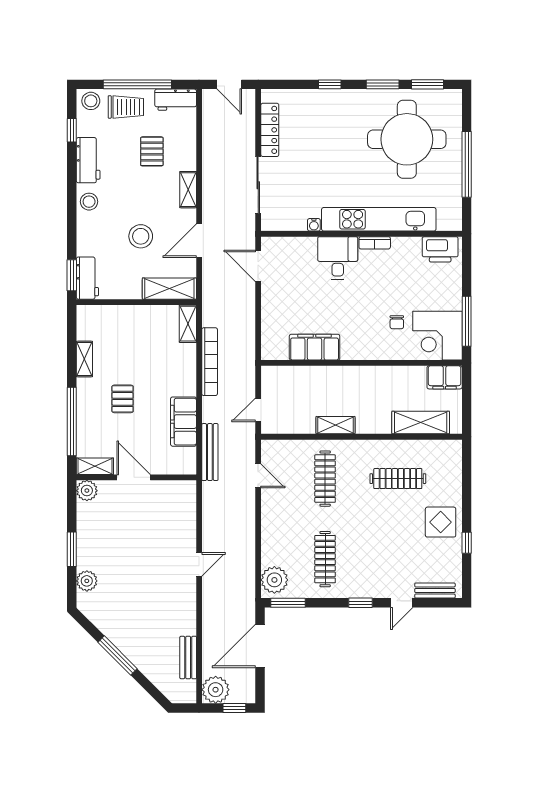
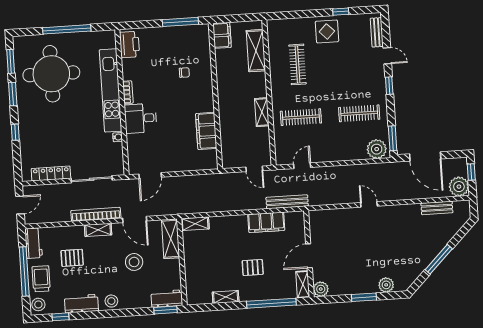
corner desk: (438, 336) -> (192, 42), removed
bookcase: (210, 362) -> (96, 214), moved

